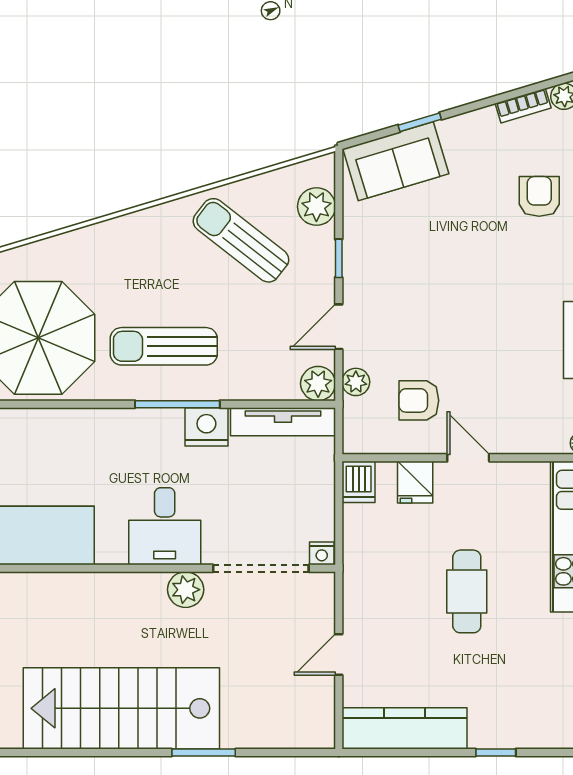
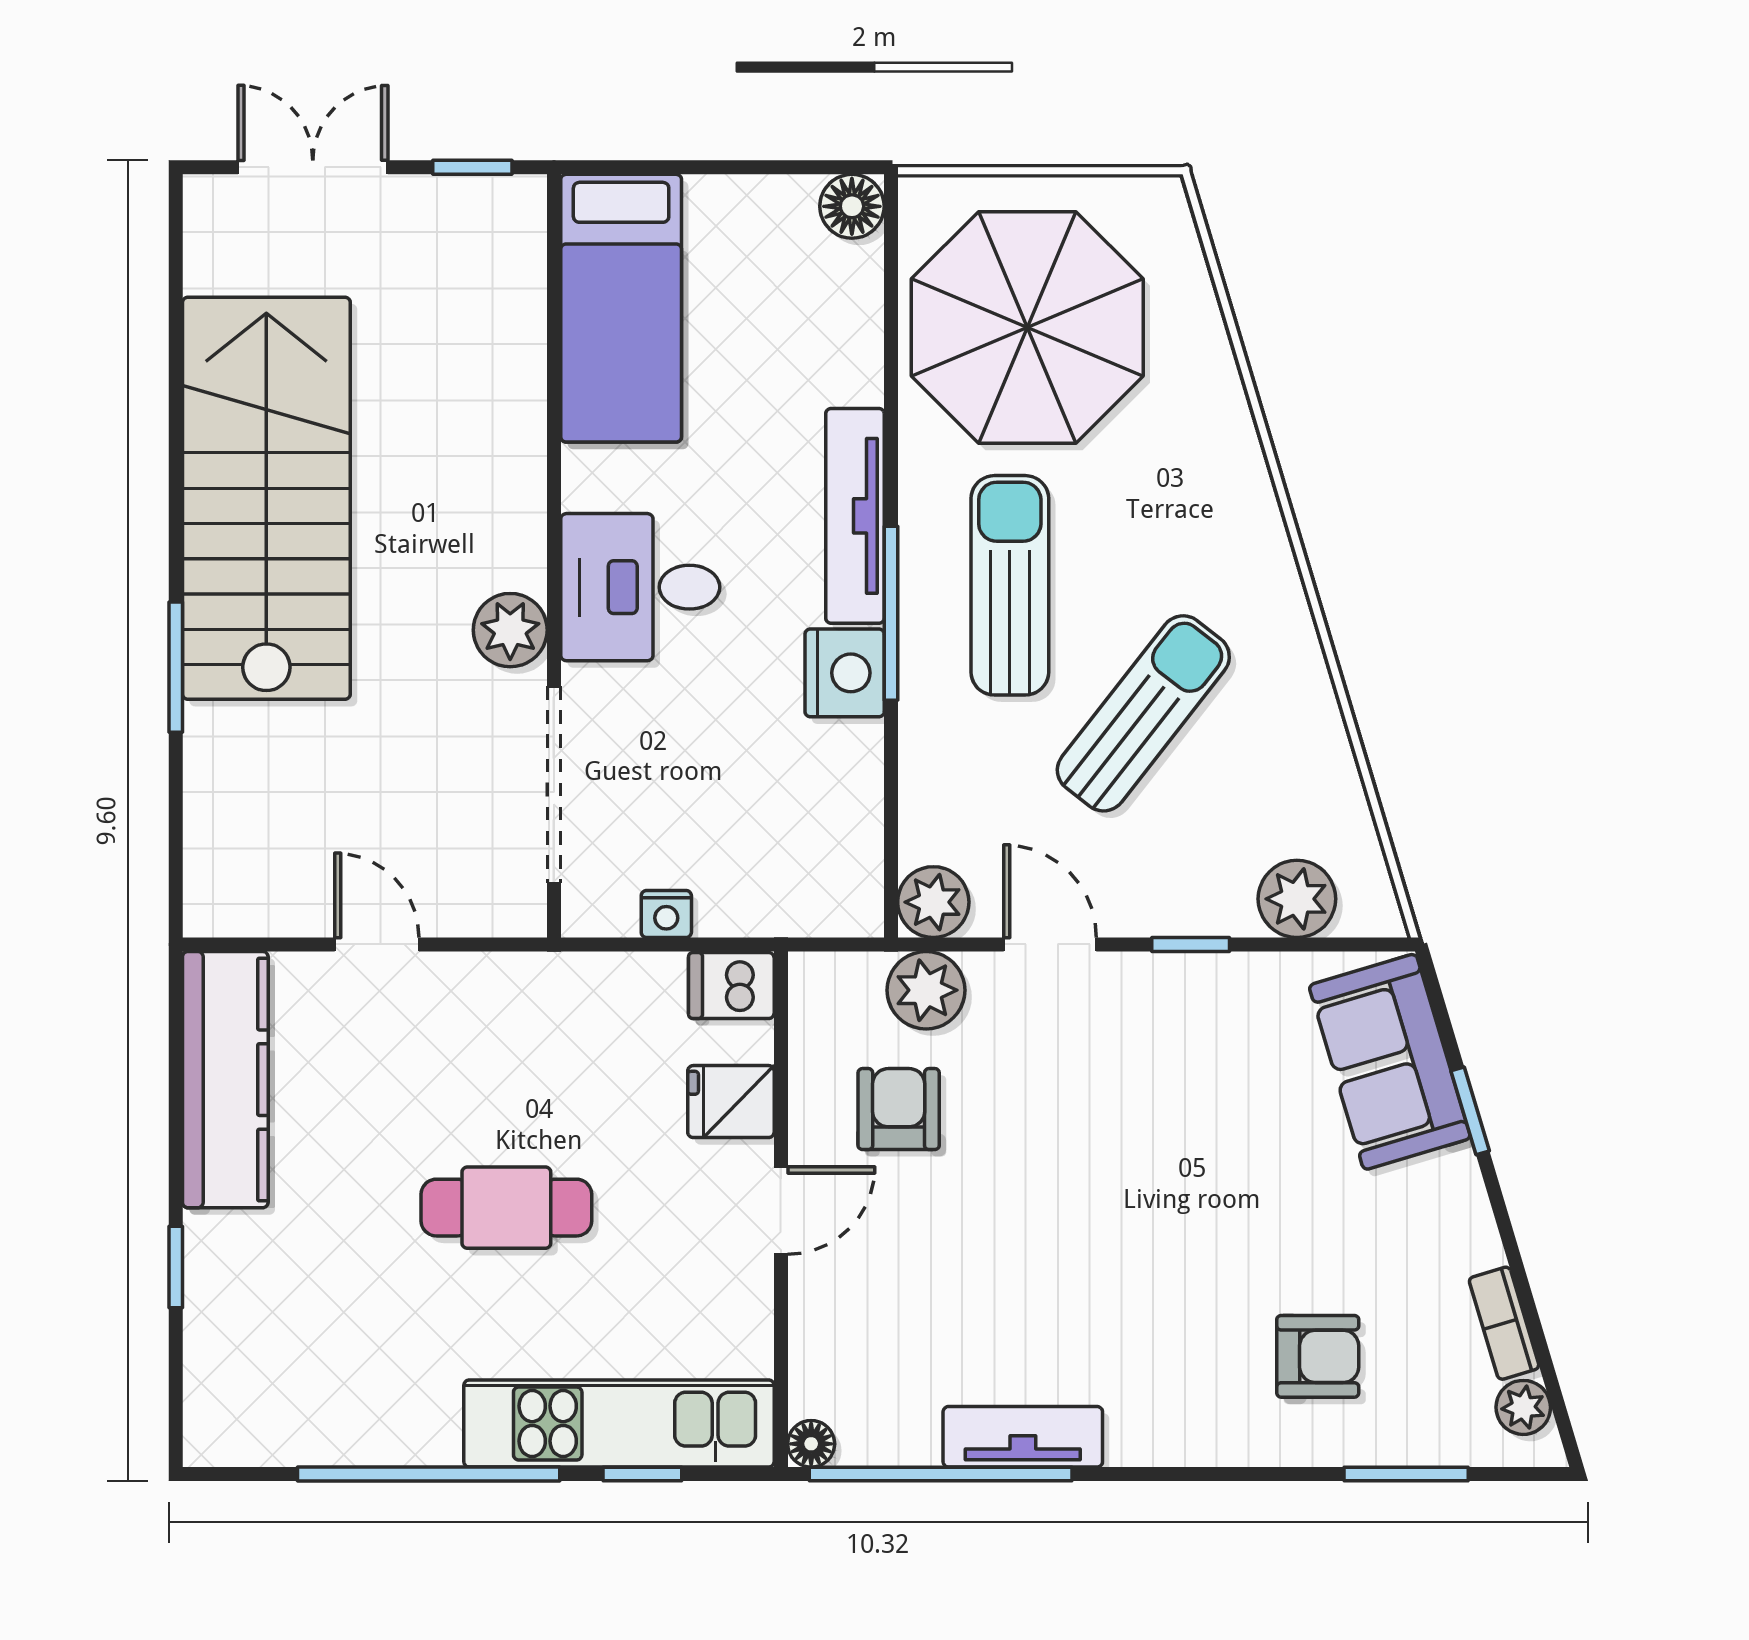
sun lounger: (241, 240) -> (1143, 713), moved
plant: (356, 382) -> (926, 990), width x1.38, depth x1.38
tv unit: (283, 422) -> (855, 516), moved
nightstand: (322, 553) -> (666, 914), moved, turned -90

